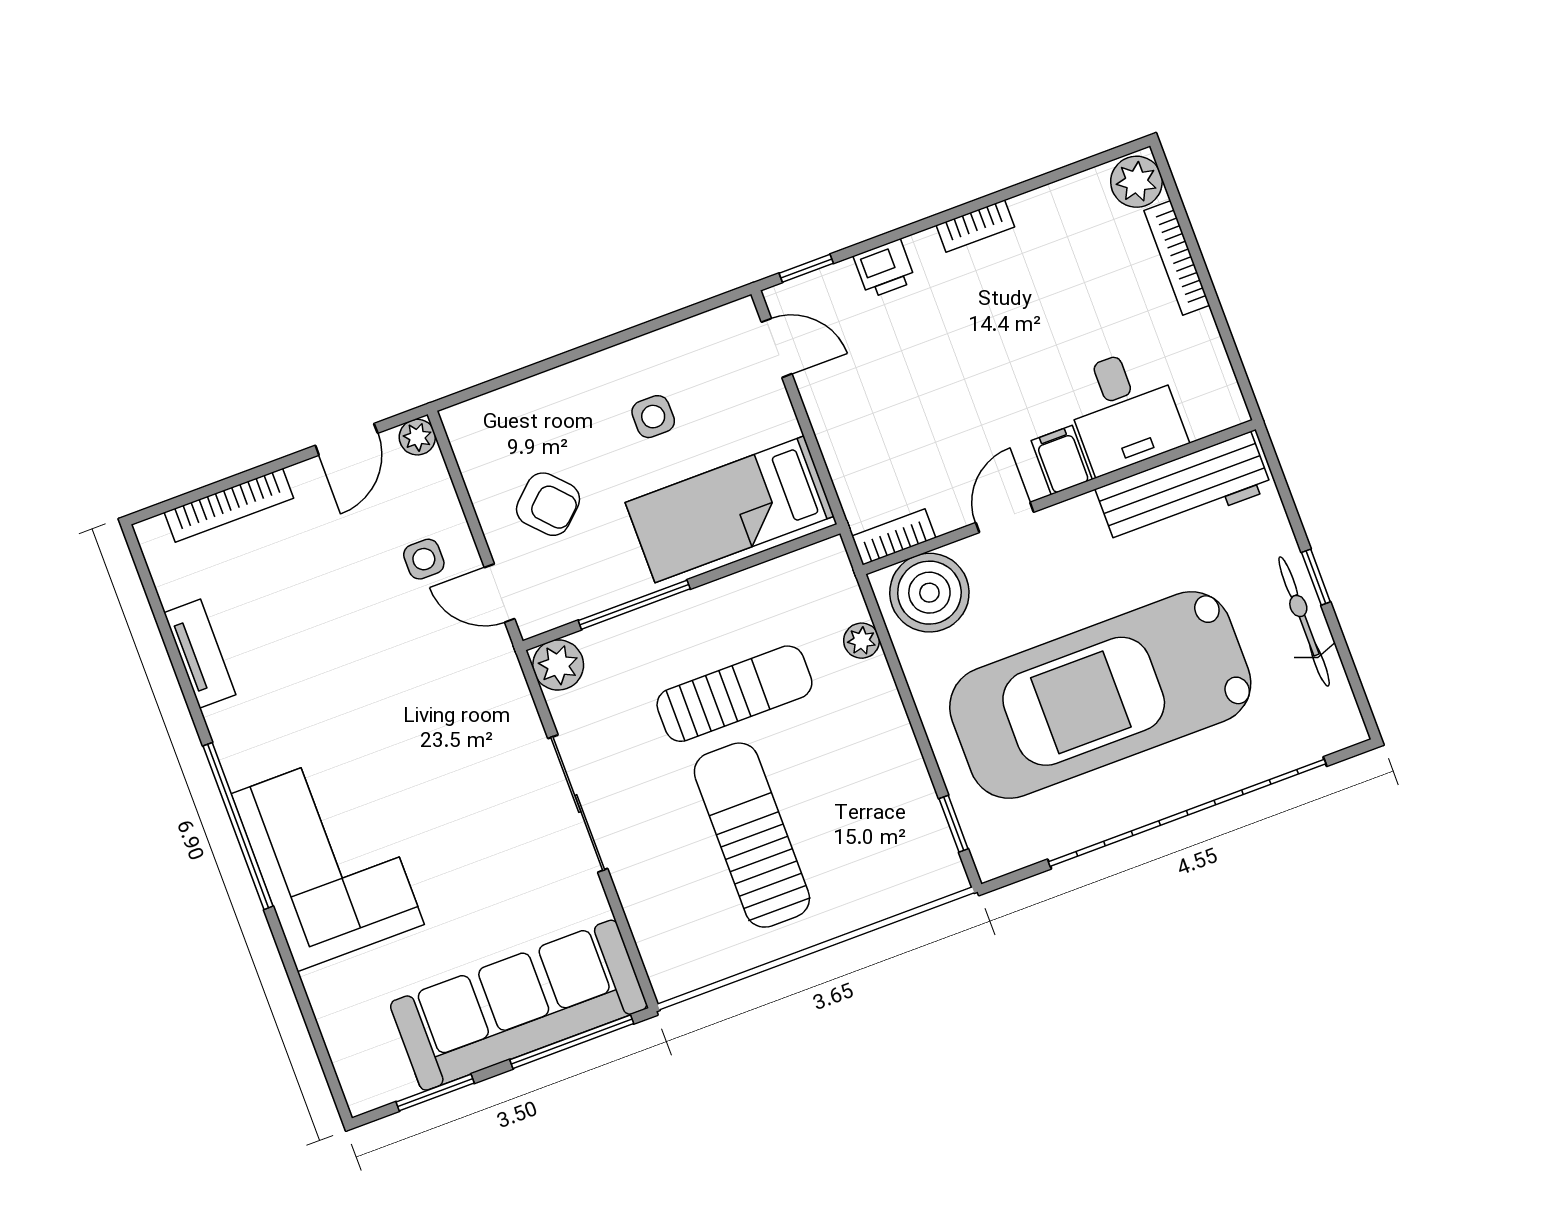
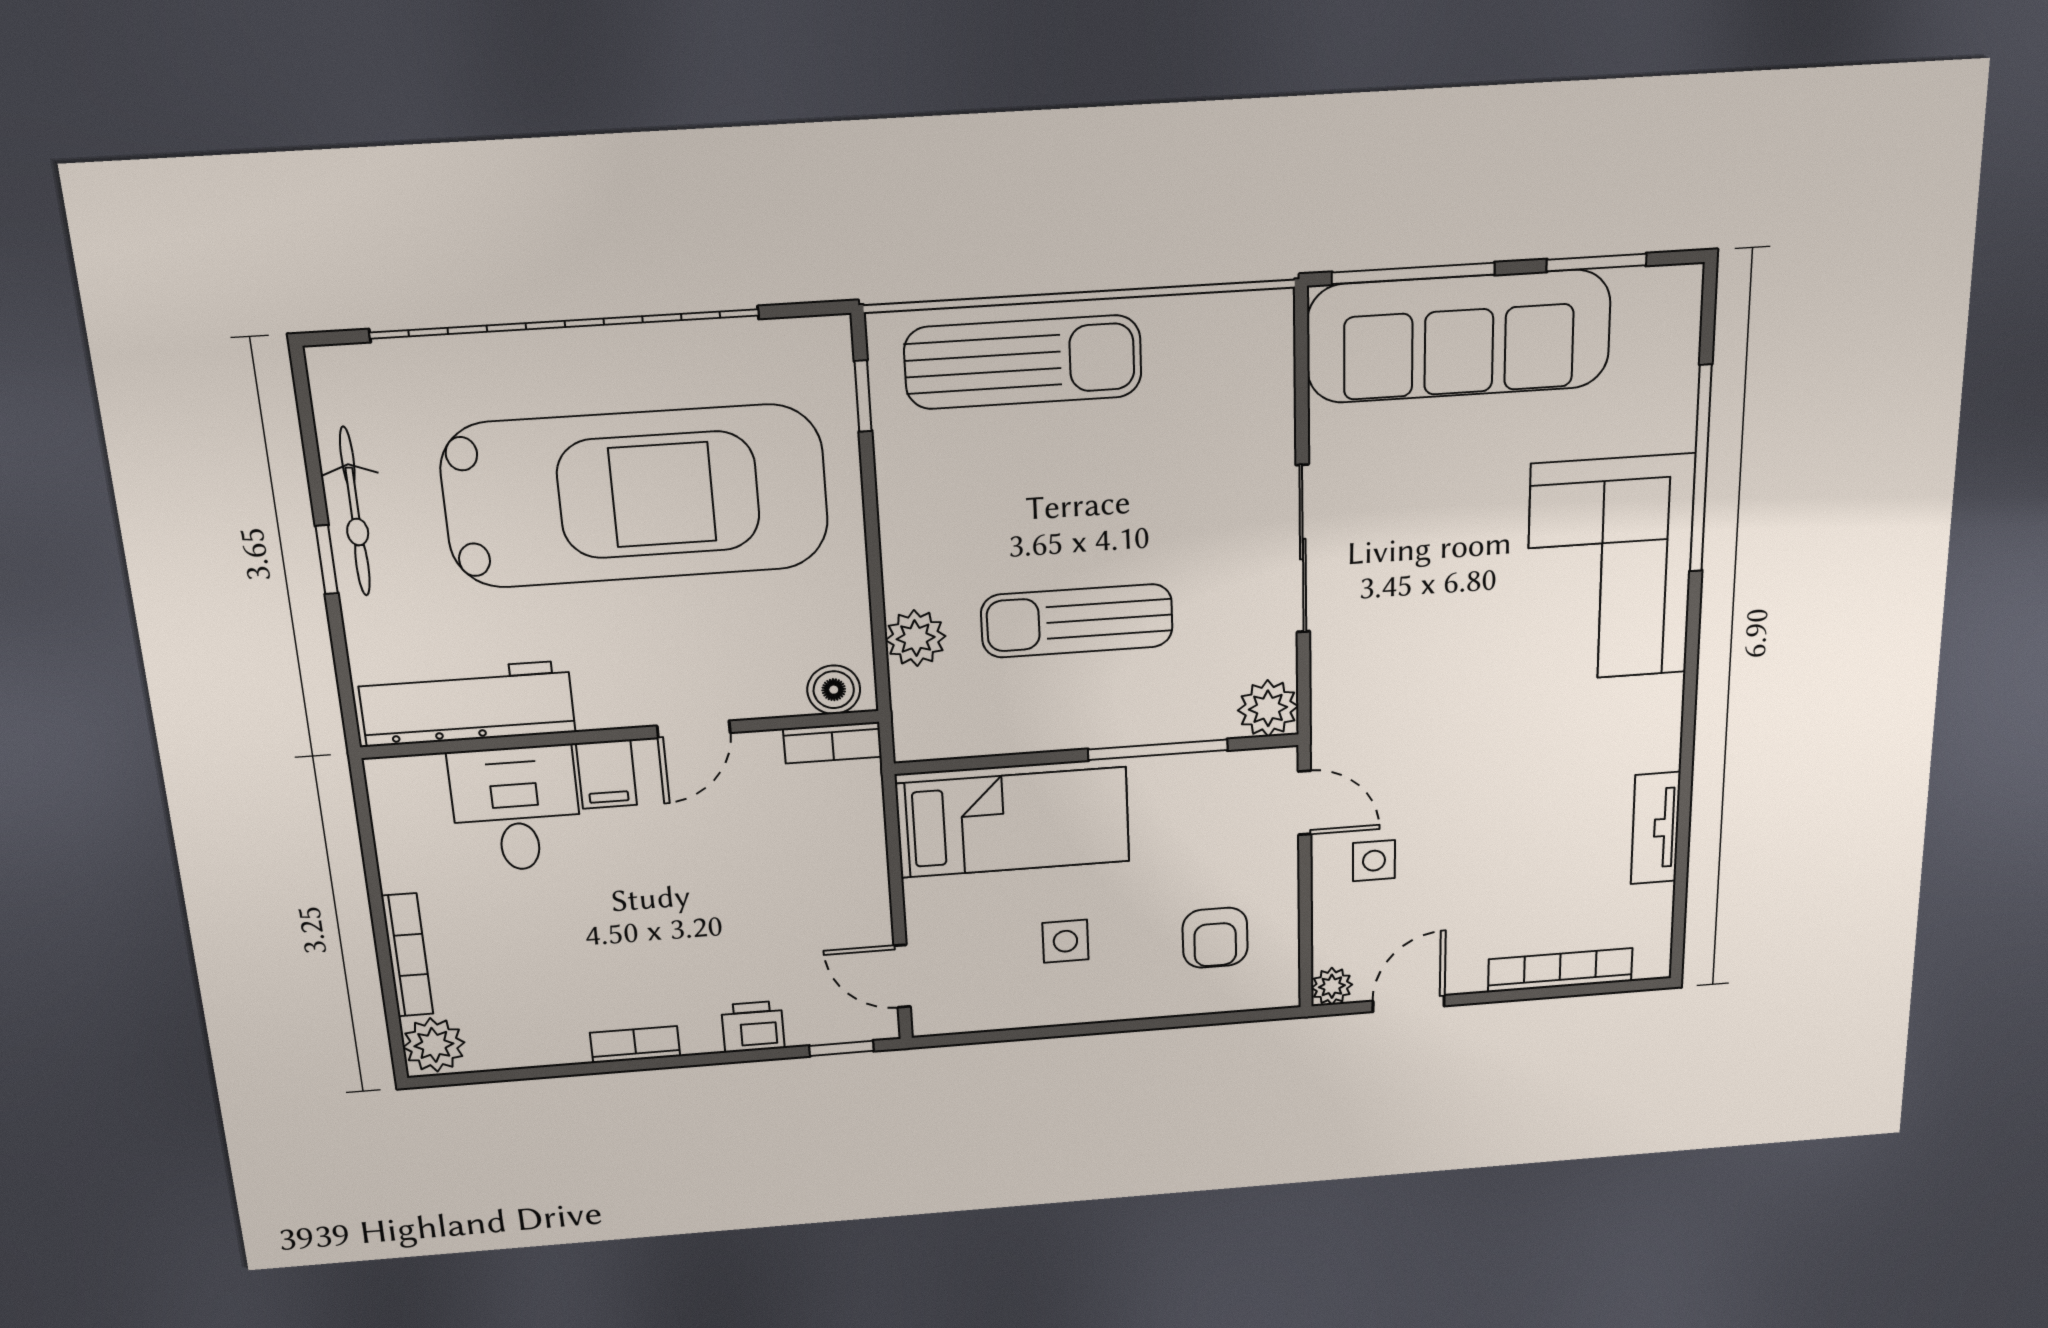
armchair: (548, 504) -> (1215, 938), moved, turned -137
boiler: (929, 593) -> (834, 690), width x0.54, depth x0.54
plant: (862, 641) -> (916, 638), width x1.38, depth x1.38
window: (238, 826) -> (1701, 469), moved
sun lounger: (752, 835) -> (1023, 362), moved, turned -90

